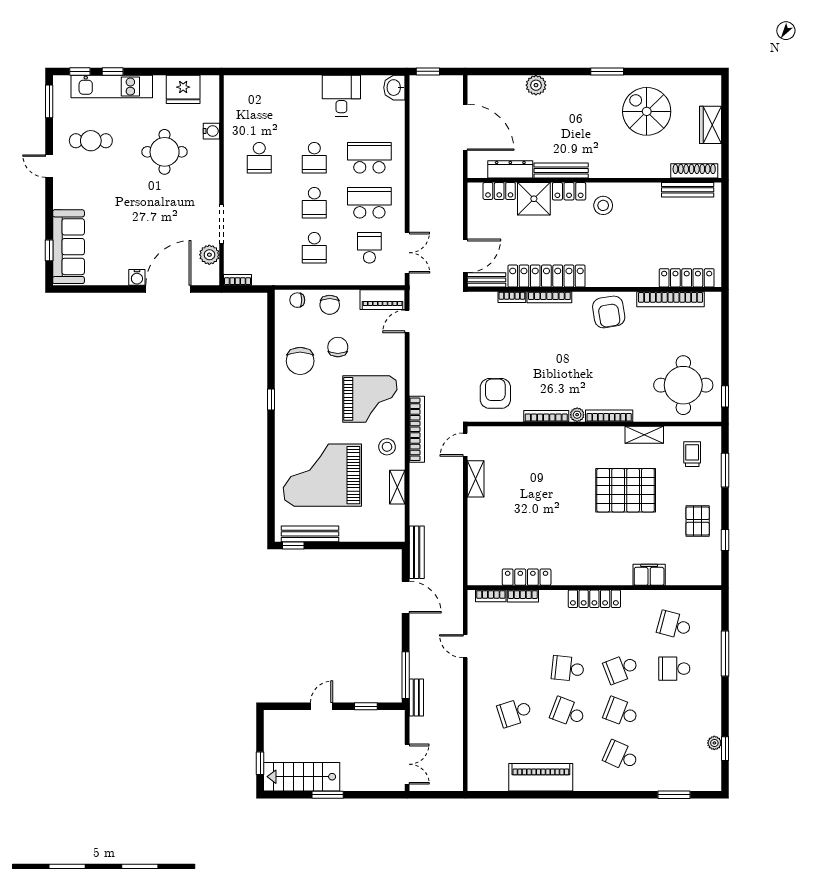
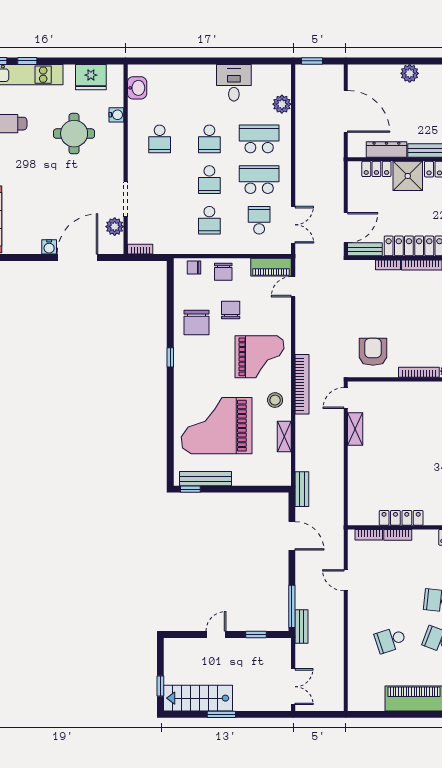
washbasin: (394, 88) -> (137, 88), moved, turned 180
plant: (395, 119) -> (282, 104), added
bench: (417, 552) -> (302, 489), width x0.73

